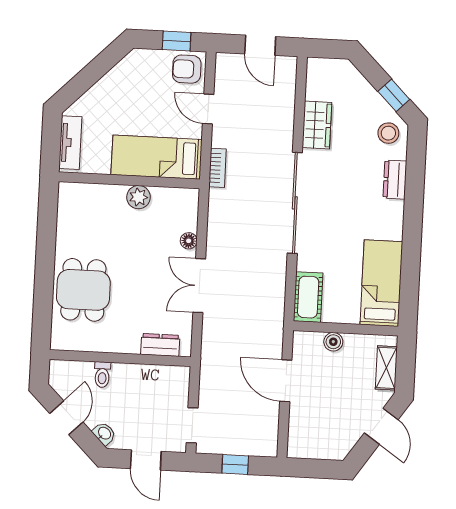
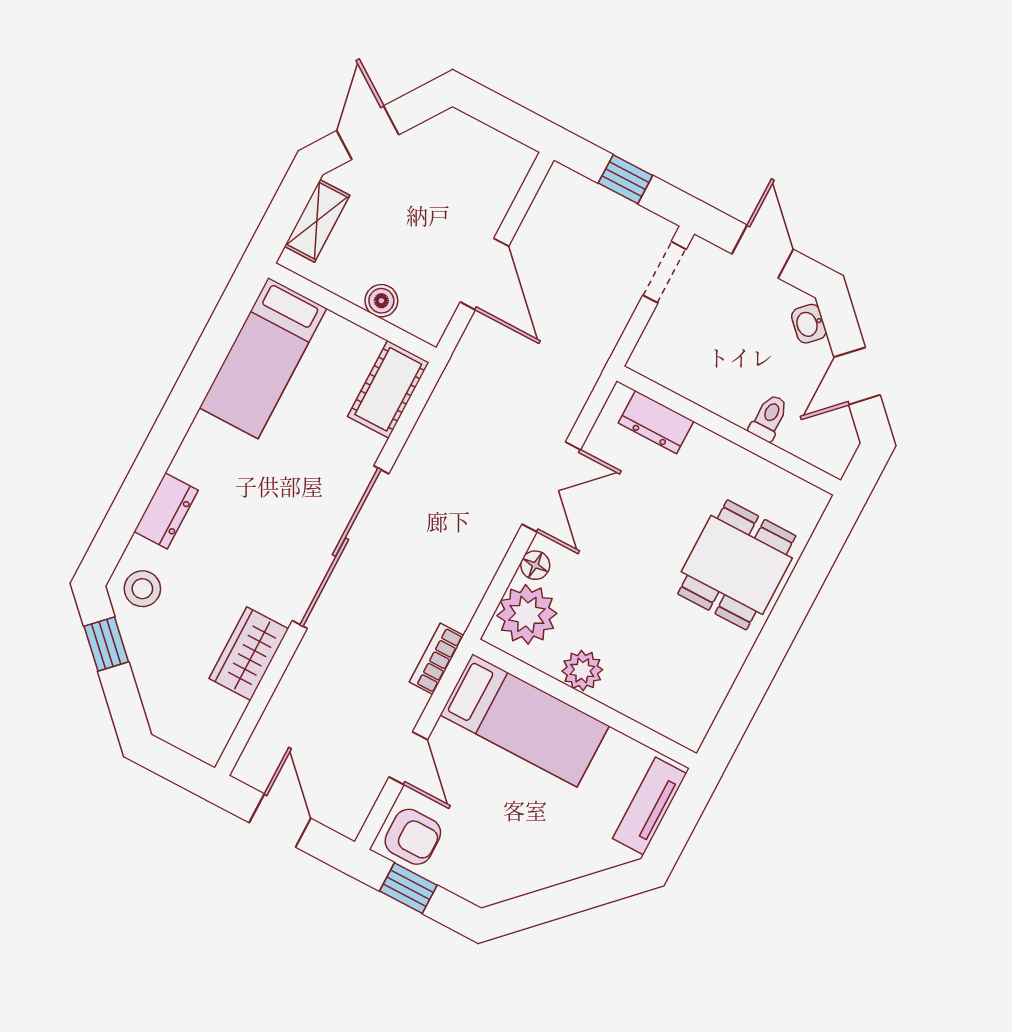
plant: (181, 213) -> (527, 614), added

